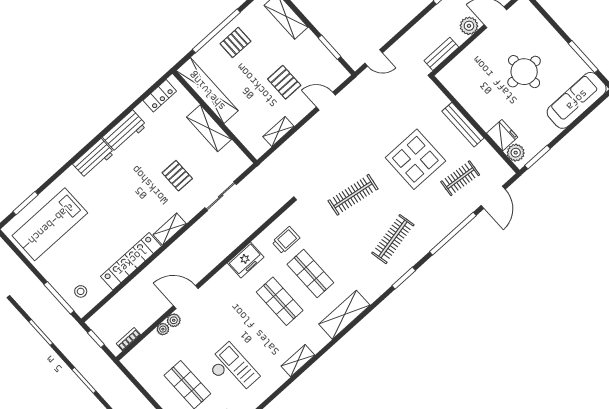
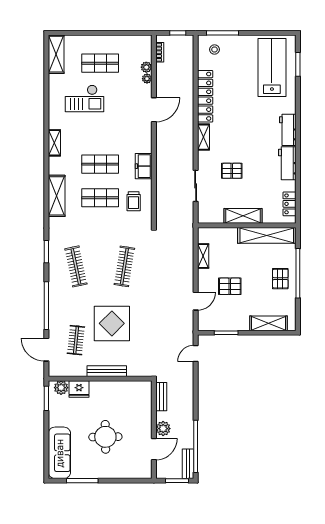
plant: (174, 320) -> (146, 67), moved

